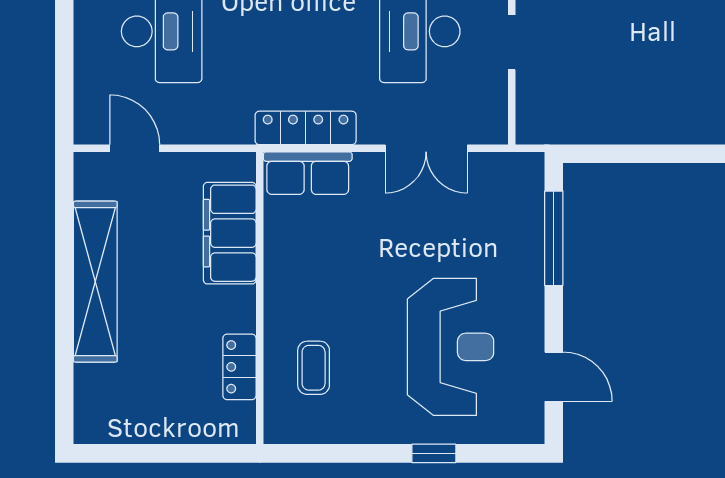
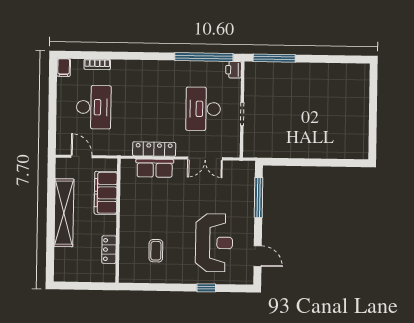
filing cabinet: (230, 233) -> (106, 193), moved
wall: (260, 298) -> (118, 221), moved
locker: (239, 367) -> (109, 250), moved

